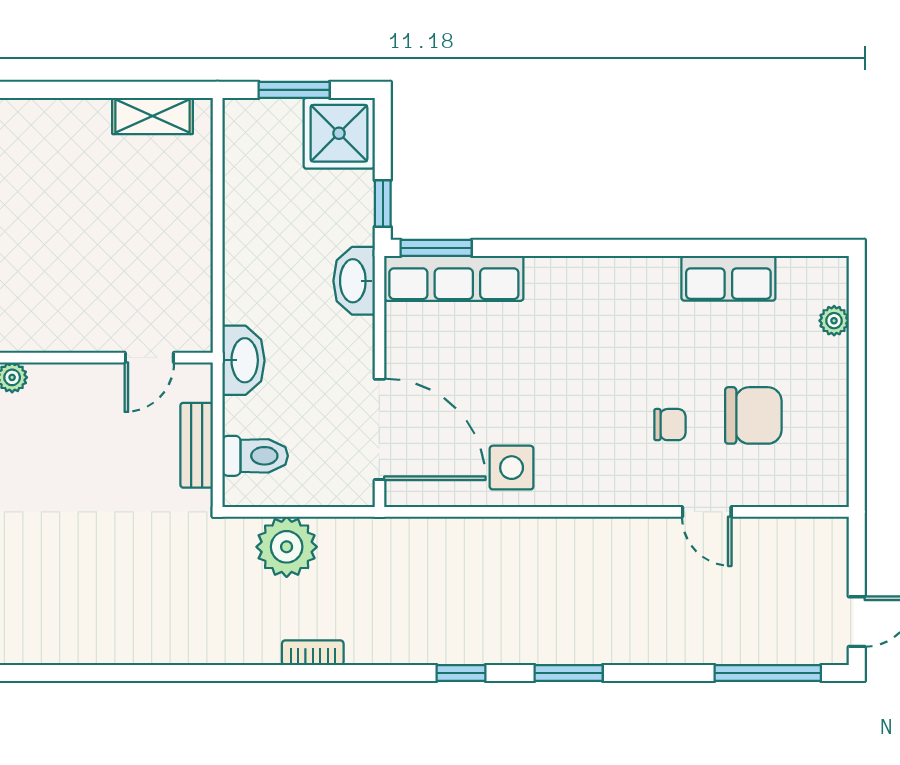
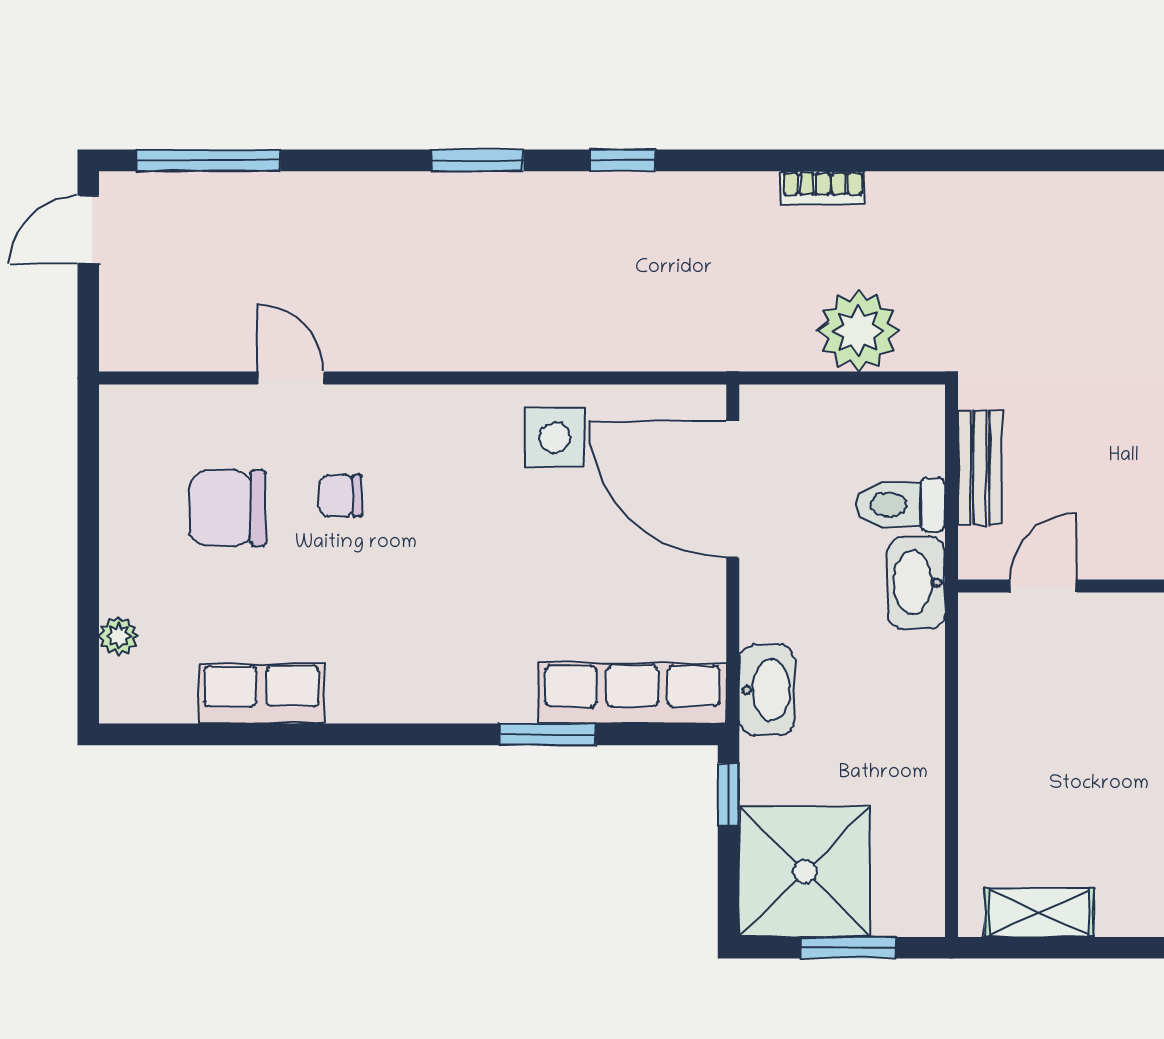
shower: (339, 133) -> (805, 872), width x1.37, depth x1.37
window: (436, 248) -> (548, 734), moved
toilet: (255, 456) -> (901, 505), moved

